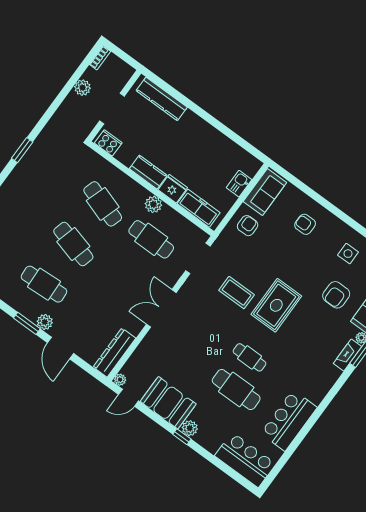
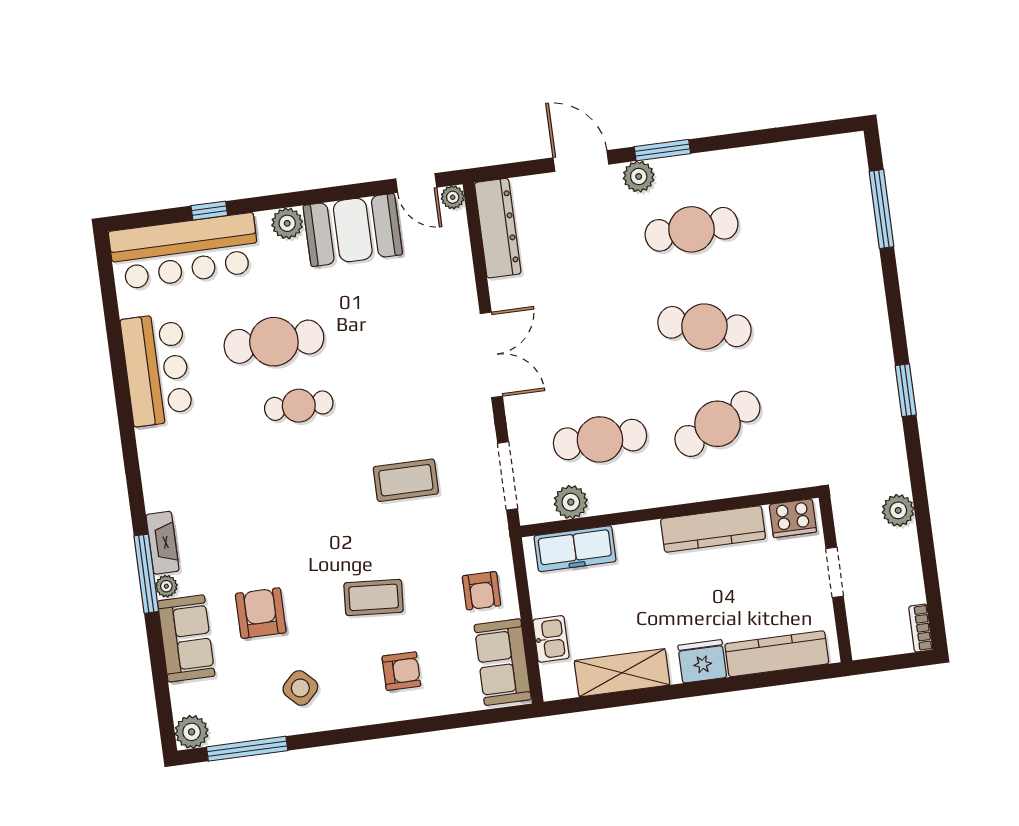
plant: (83, 88) -> (898, 510), moved
doorway: (112, 108) -> (835, 572), width x0.73
shelving: (225, 146) -> (622, 673), added
kitchen counter: (148, 172) -> (713, 529), width x1.50
fridge: (173, 189) -> (702, 661), moved, turned 180
cafe table: (103, 204) -> (717, 424), turned -42
plant: (153, 204) -> (571, 502), moved
side table: (348, 254) -> (300, 688), turned 45
coffee table: (289, 261) -> (374, 597), added
rug: (276, 305) -> (332, 516), removed
door: (128, 398) -> (416, 183), swing flipped
window: (182, 437) -> (209, 211), moved
bar counter: (245, 460) -> (184, 251), width x1.36

